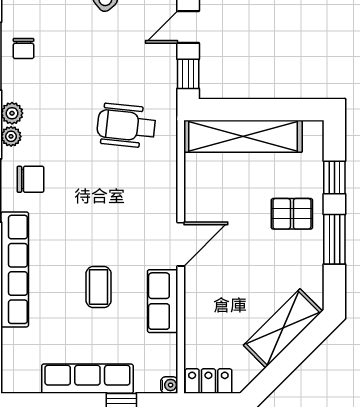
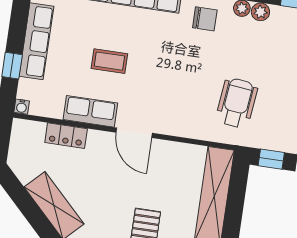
chair: (30, 179) -> (205, 19), turned -90
locker: (208, 381) -> (66, 136), moved, turned 90

